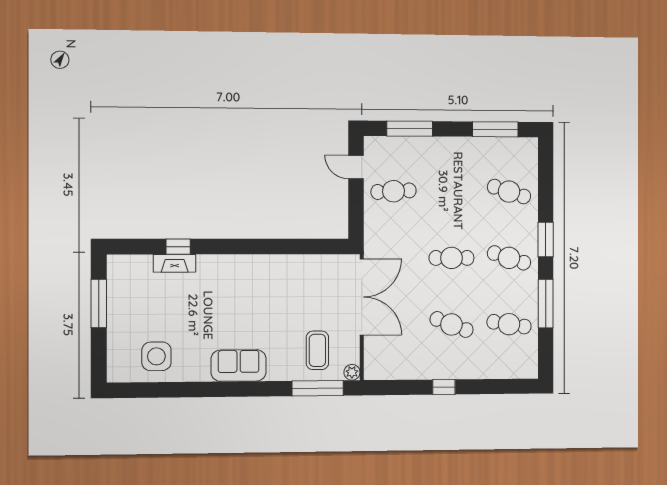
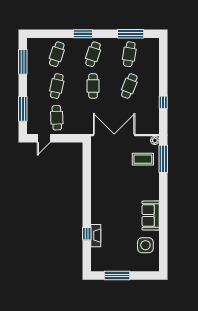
cafe table: (451, 191) -> (57, 86), added
window: (546, 304) -> (131, 34), moved
sofa: (239, 366) -> (151, 215), moved
window: (444, 387) -> (163, 102), moved

